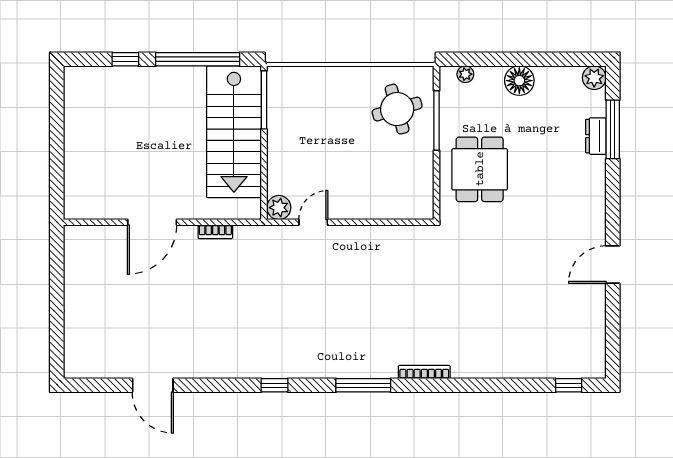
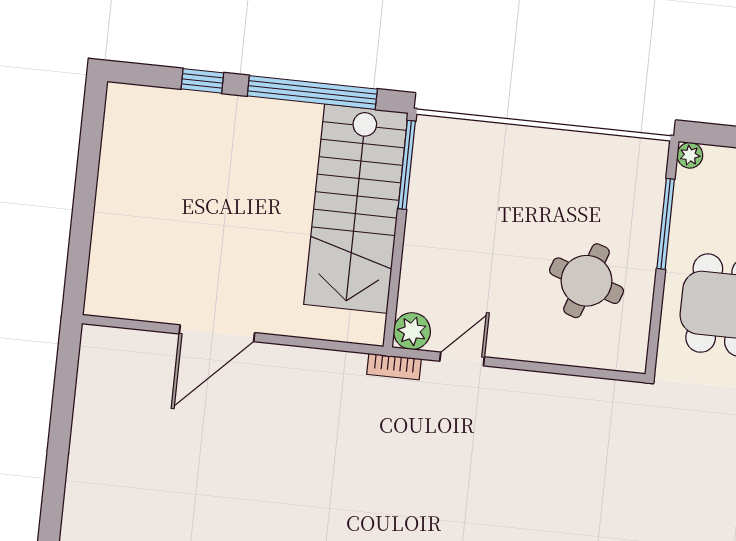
plant: (465, 74) -> (690, 155), moved
round table: (397, 109) -> (586, 281), moved, turned 35
bookcase: (215, 232) -> (394, 367), moved

